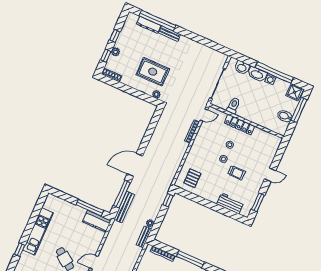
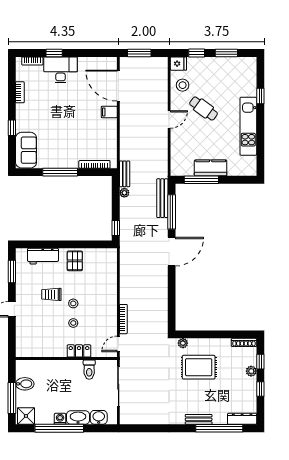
dresser: (149, 25) -> (242, 419), moved
locker: (239, 125) -> (79, 351), width x0.66
pallet: (192, 178) -> (75, 261), moved
kitchen counter: (97, 221) -> (211, 168), moved

